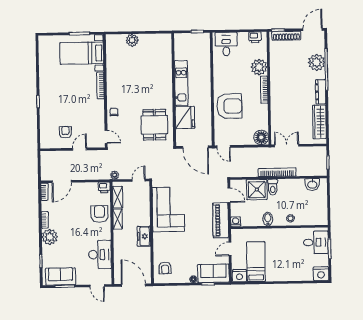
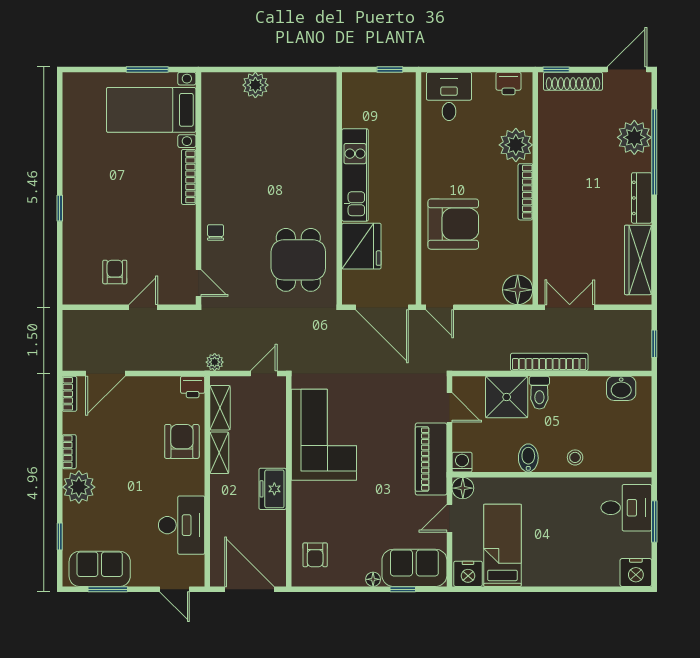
floor lamp: (236, 234) -> (463, 488), added

